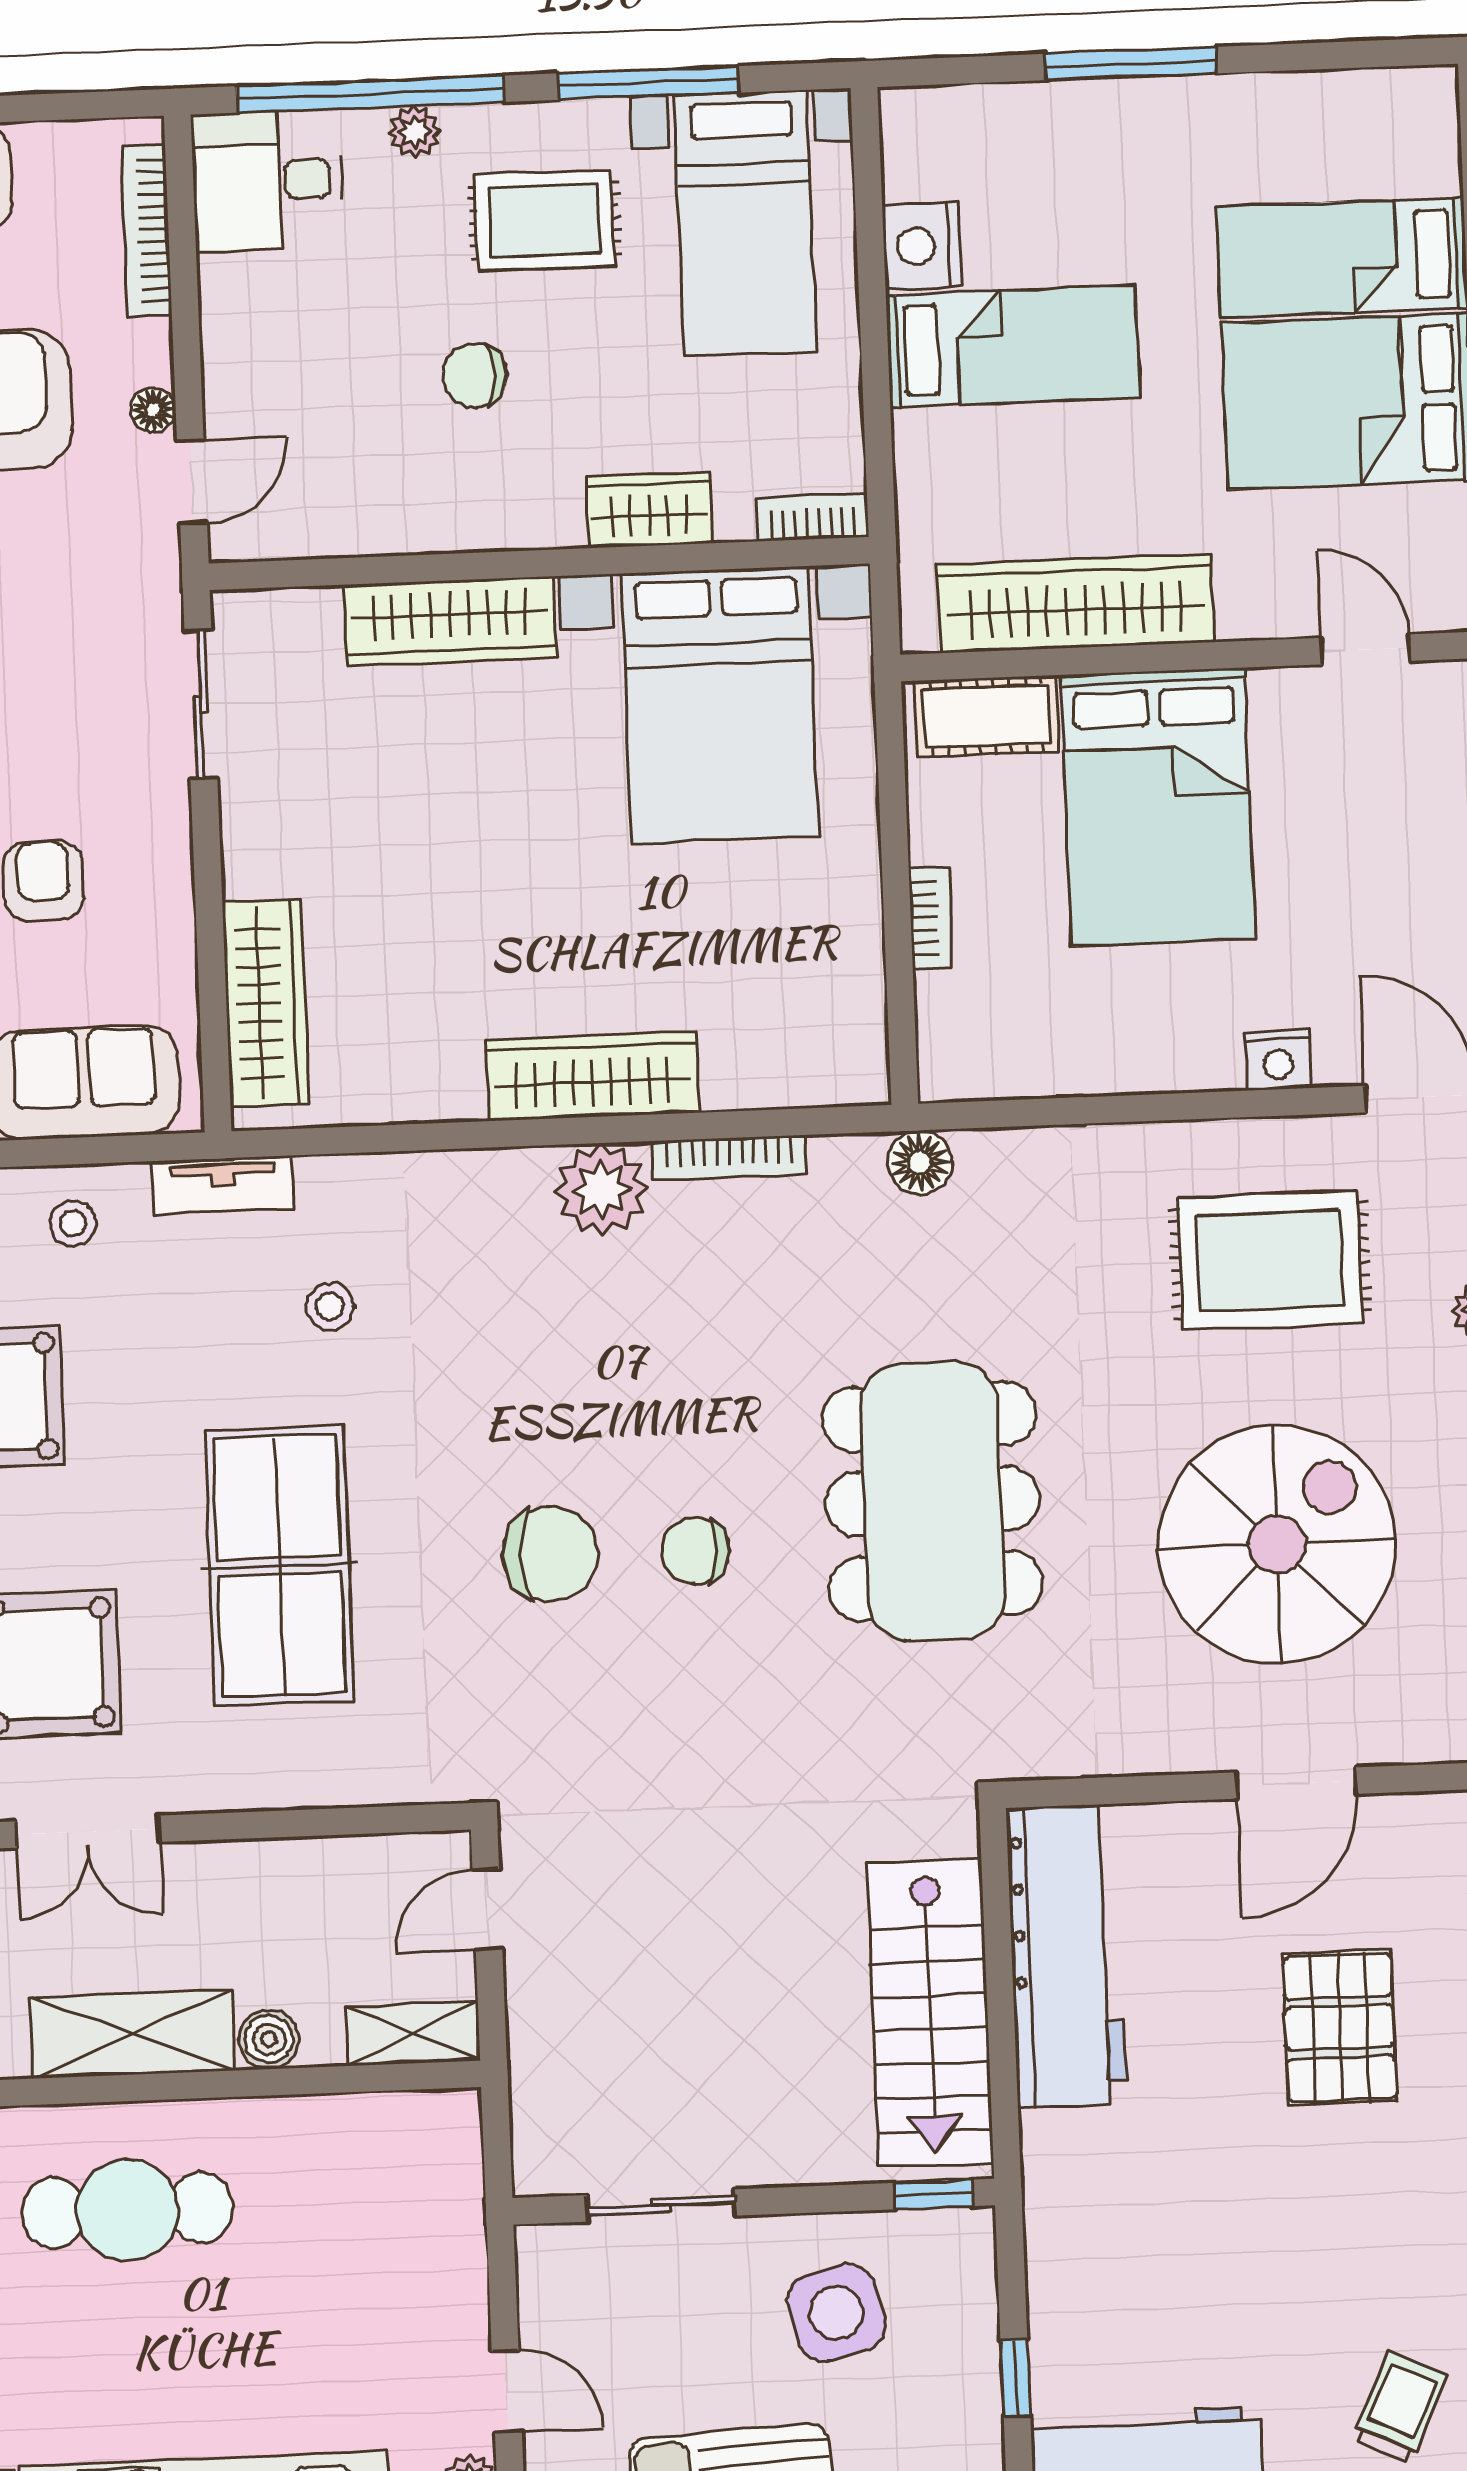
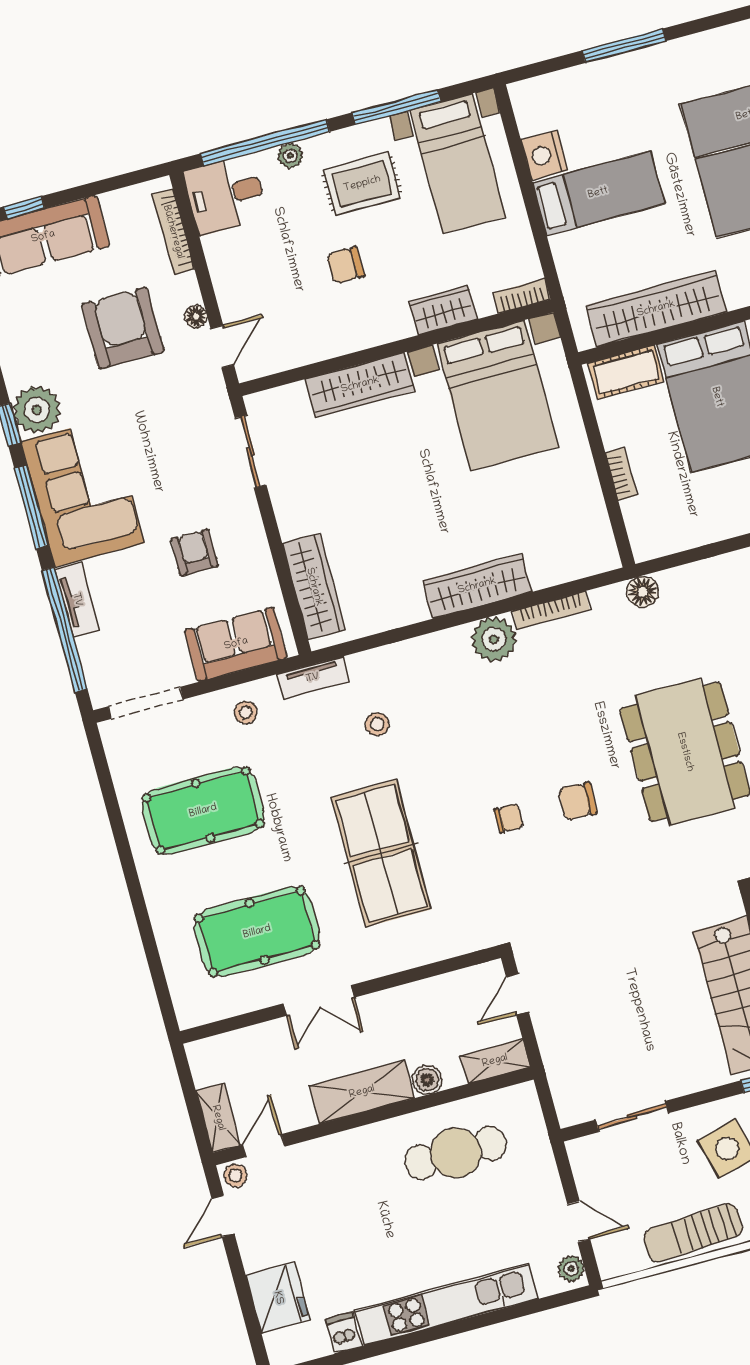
chair: (550, 1554) -> (509, 818), width x0.54, depth x0.54
cafe table: (127, 2210) -> (456, 1153), moved

